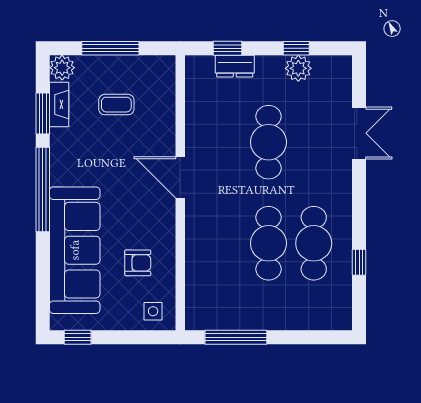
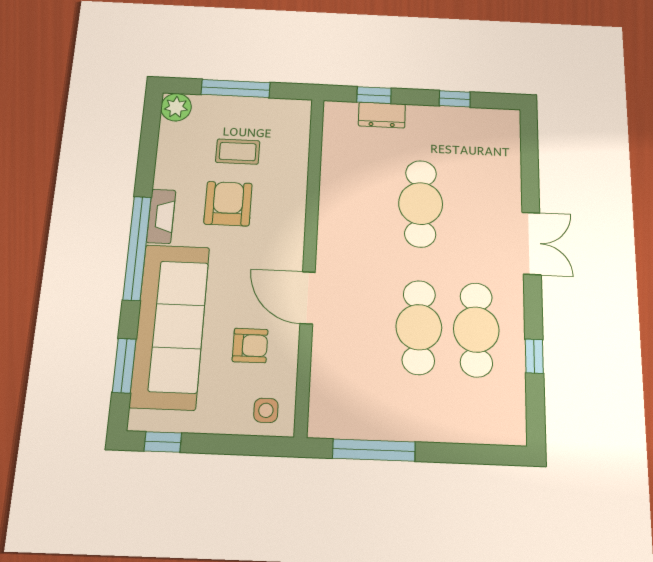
plant: (298, 68) -> (457, 121), removed
fireplace: (59, 104) -> (161, 216), moved
window: (43, 114) -> (124, 366), moved
double door: (359, 133) -> (532, 243), moved
armchair: (112, 150) -> (228, 204), added
door: (180, 177) -> (308, 298), moved

